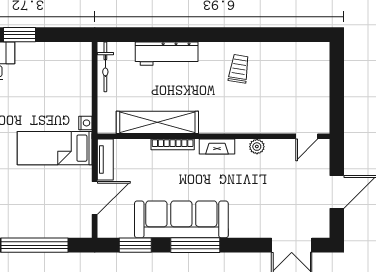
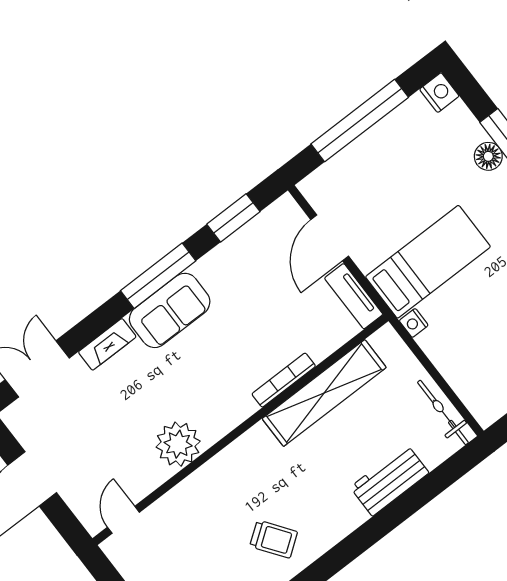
workbench: (167, 54) -> (390, 480), width x0.73
trolley: (239, 69) -> (274, 539), turned -45
fireplace: (217, 147) -> (107, 344), moved, turned 180
plant: (257, 147) -> (178, 444), width x1.88, depth x1.88
sofa: (181, 219) -> (170, 310), width x0.54, depth x0.79

